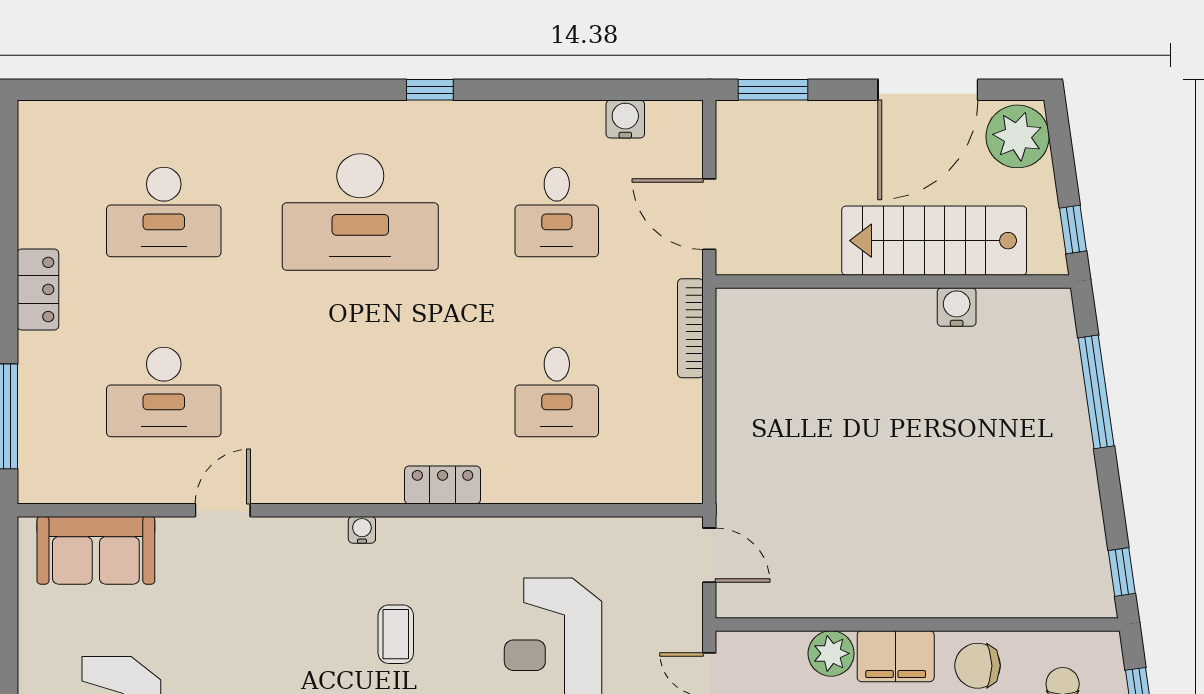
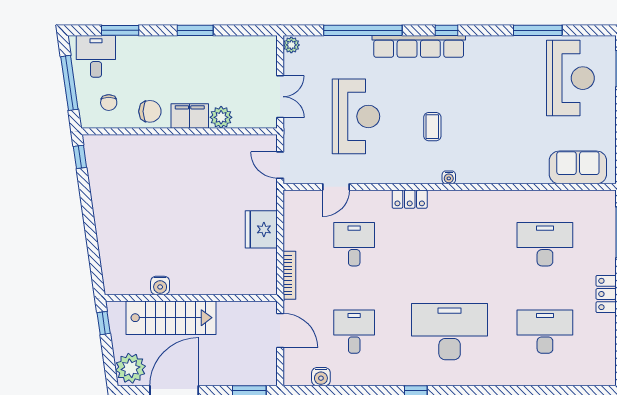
window: (1096, 392) -> (92, 244), removed
fridge: (748, 423) -> (261, 229), added
door: (223, 510) -> (336, 187), moved

